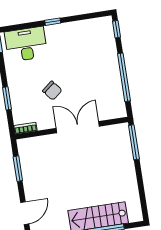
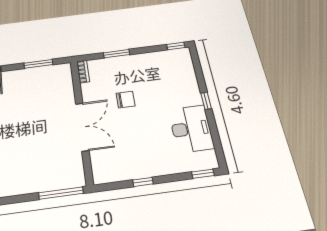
desk: (26, 44) -> (191, 129), moved
window: (124, 77) -> (143, 182), width x0.32
chair: (52, 91) -> (126, 100), turned -141

